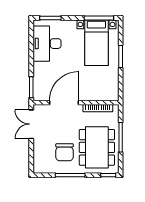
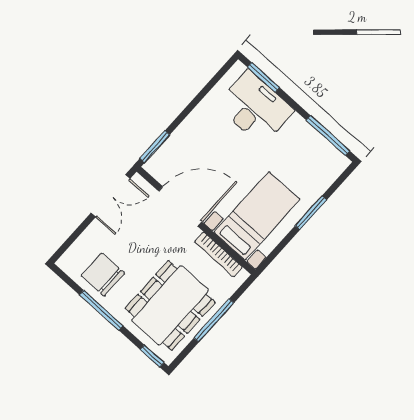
bed with nightstands: (96, 43) -> (257, 216), moved, turned 180
desk: (47, 44) -> (255, 108), moved, turned 90
double door: (31, 124) -> (111, 196), swing flipped
chair: (64, 152) -> (103, 274), moved, turned 90

